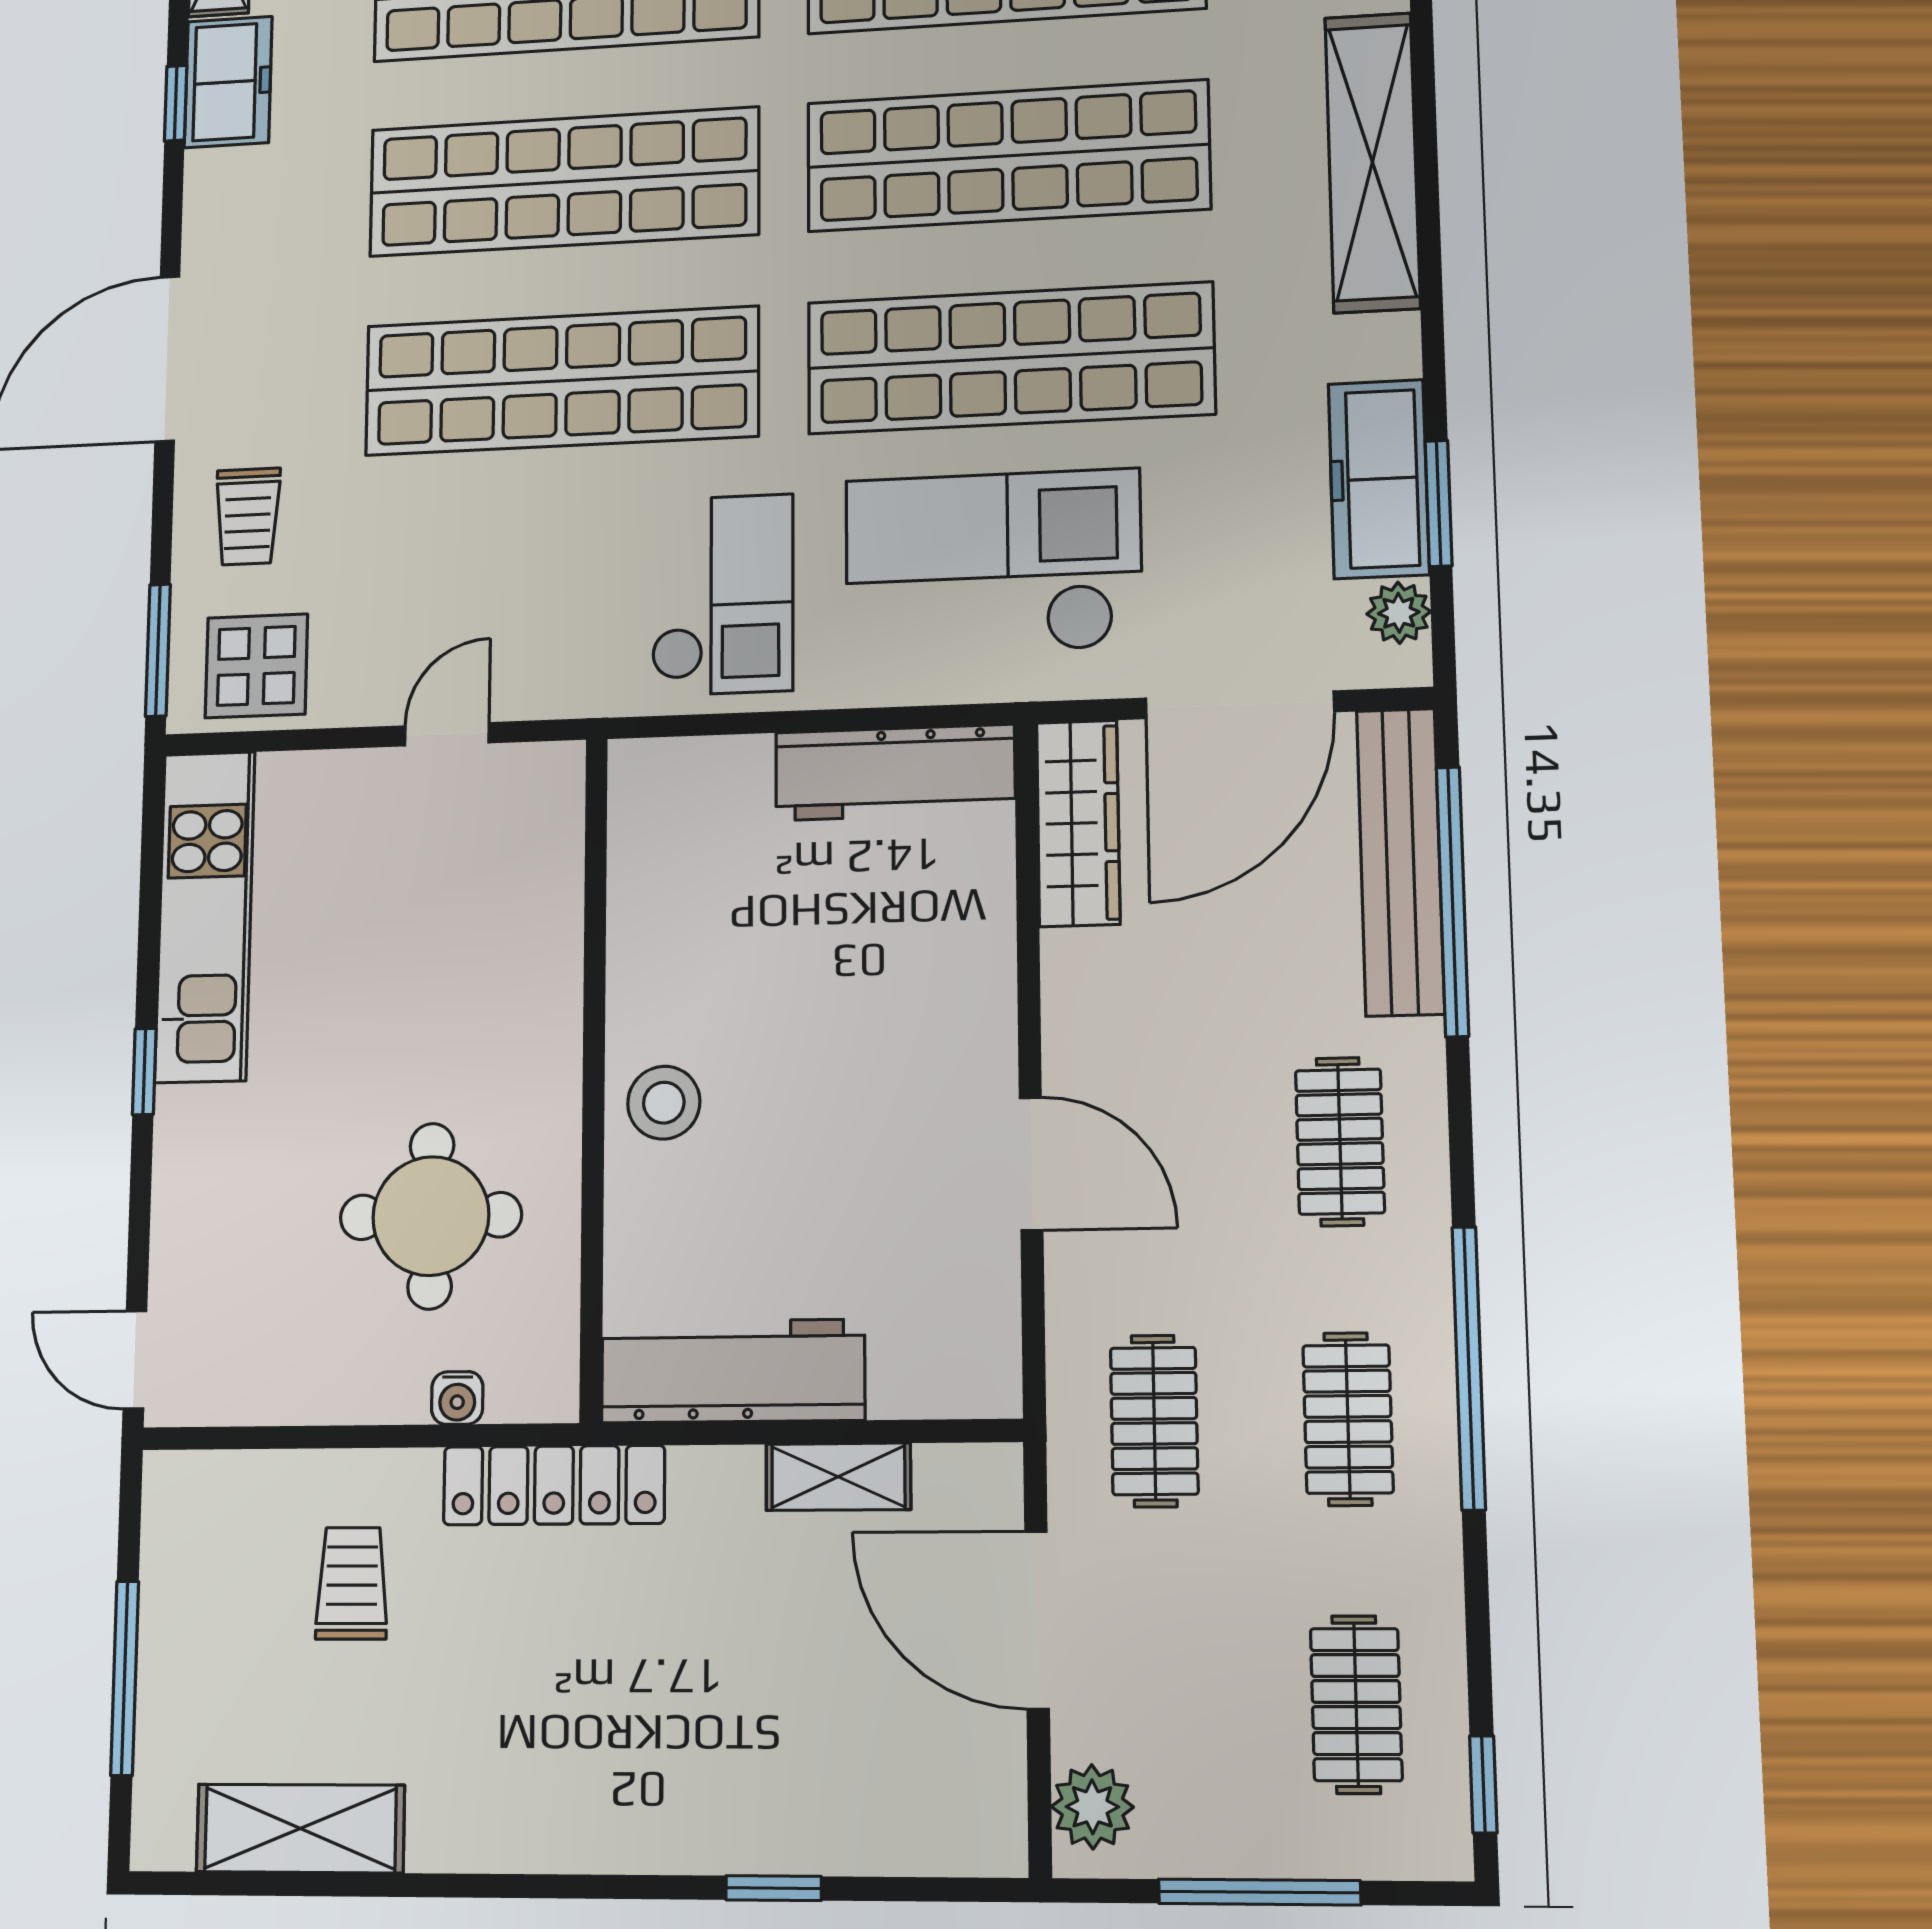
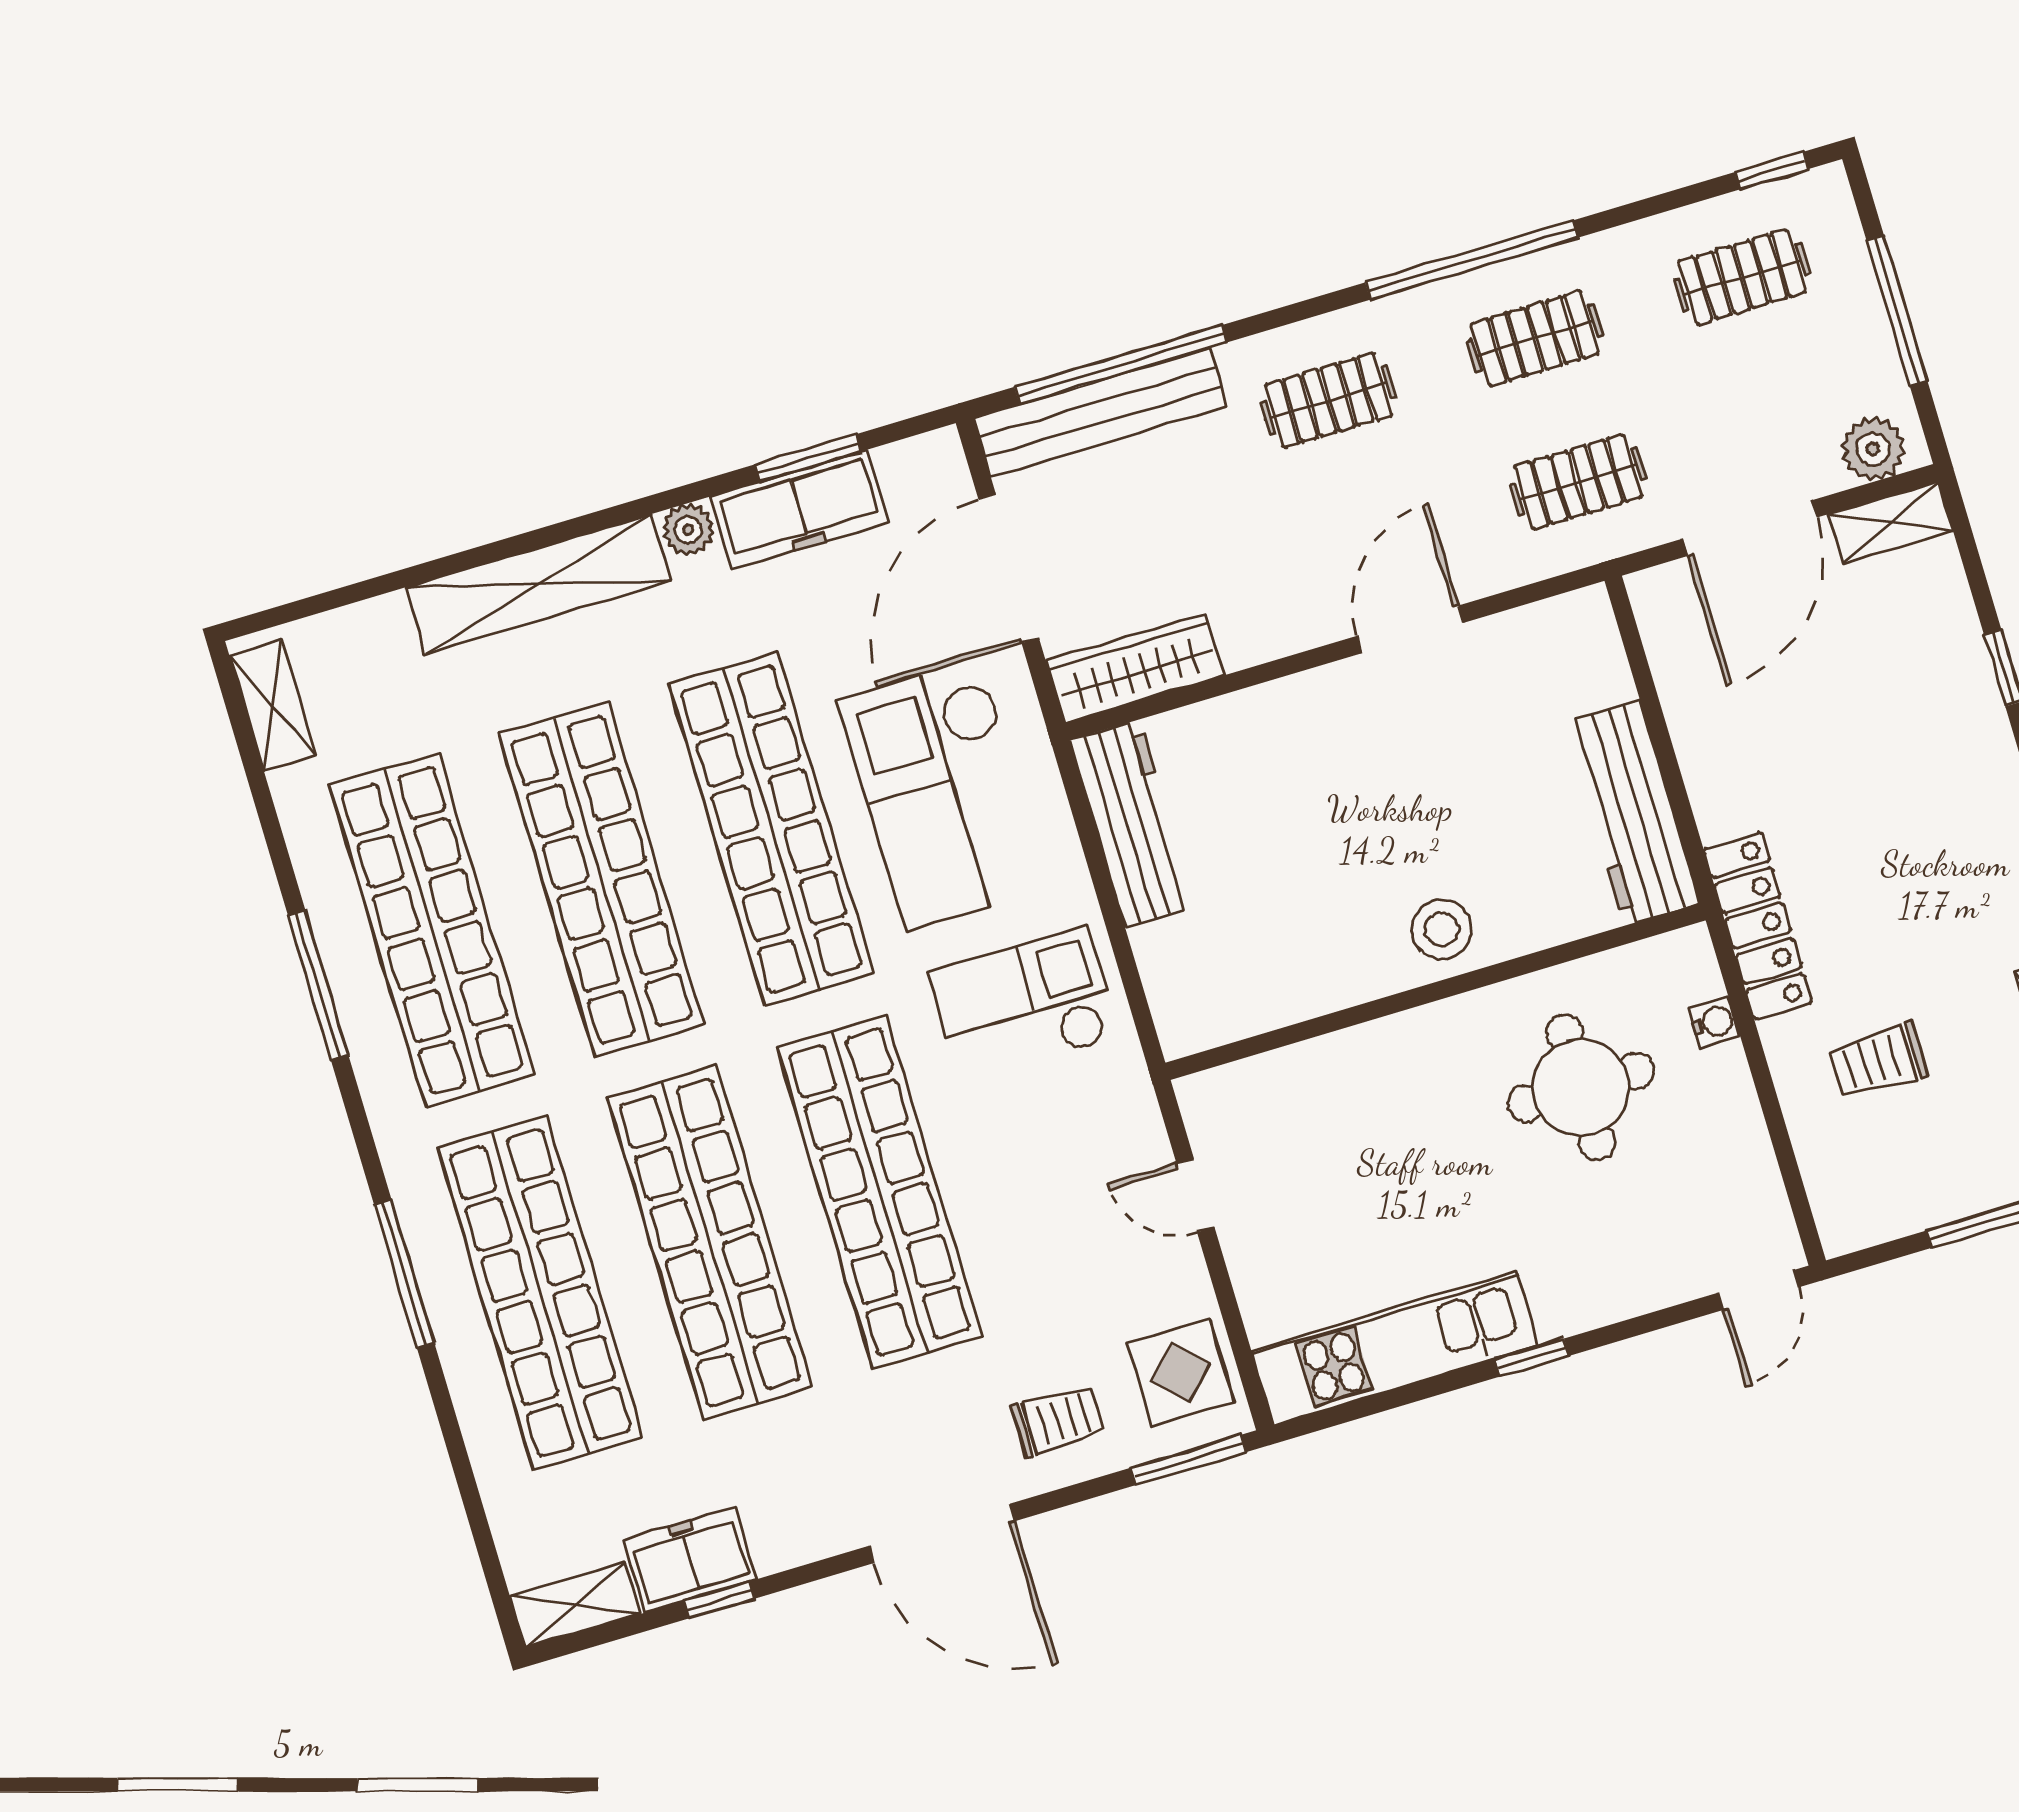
plant: (1399, 613) -> (688, 530), moved
door: (1240, 705) -> (1009, 568), swing flipped
shelving: (838, 1477) -> (1891, 522), moved, turned 90

